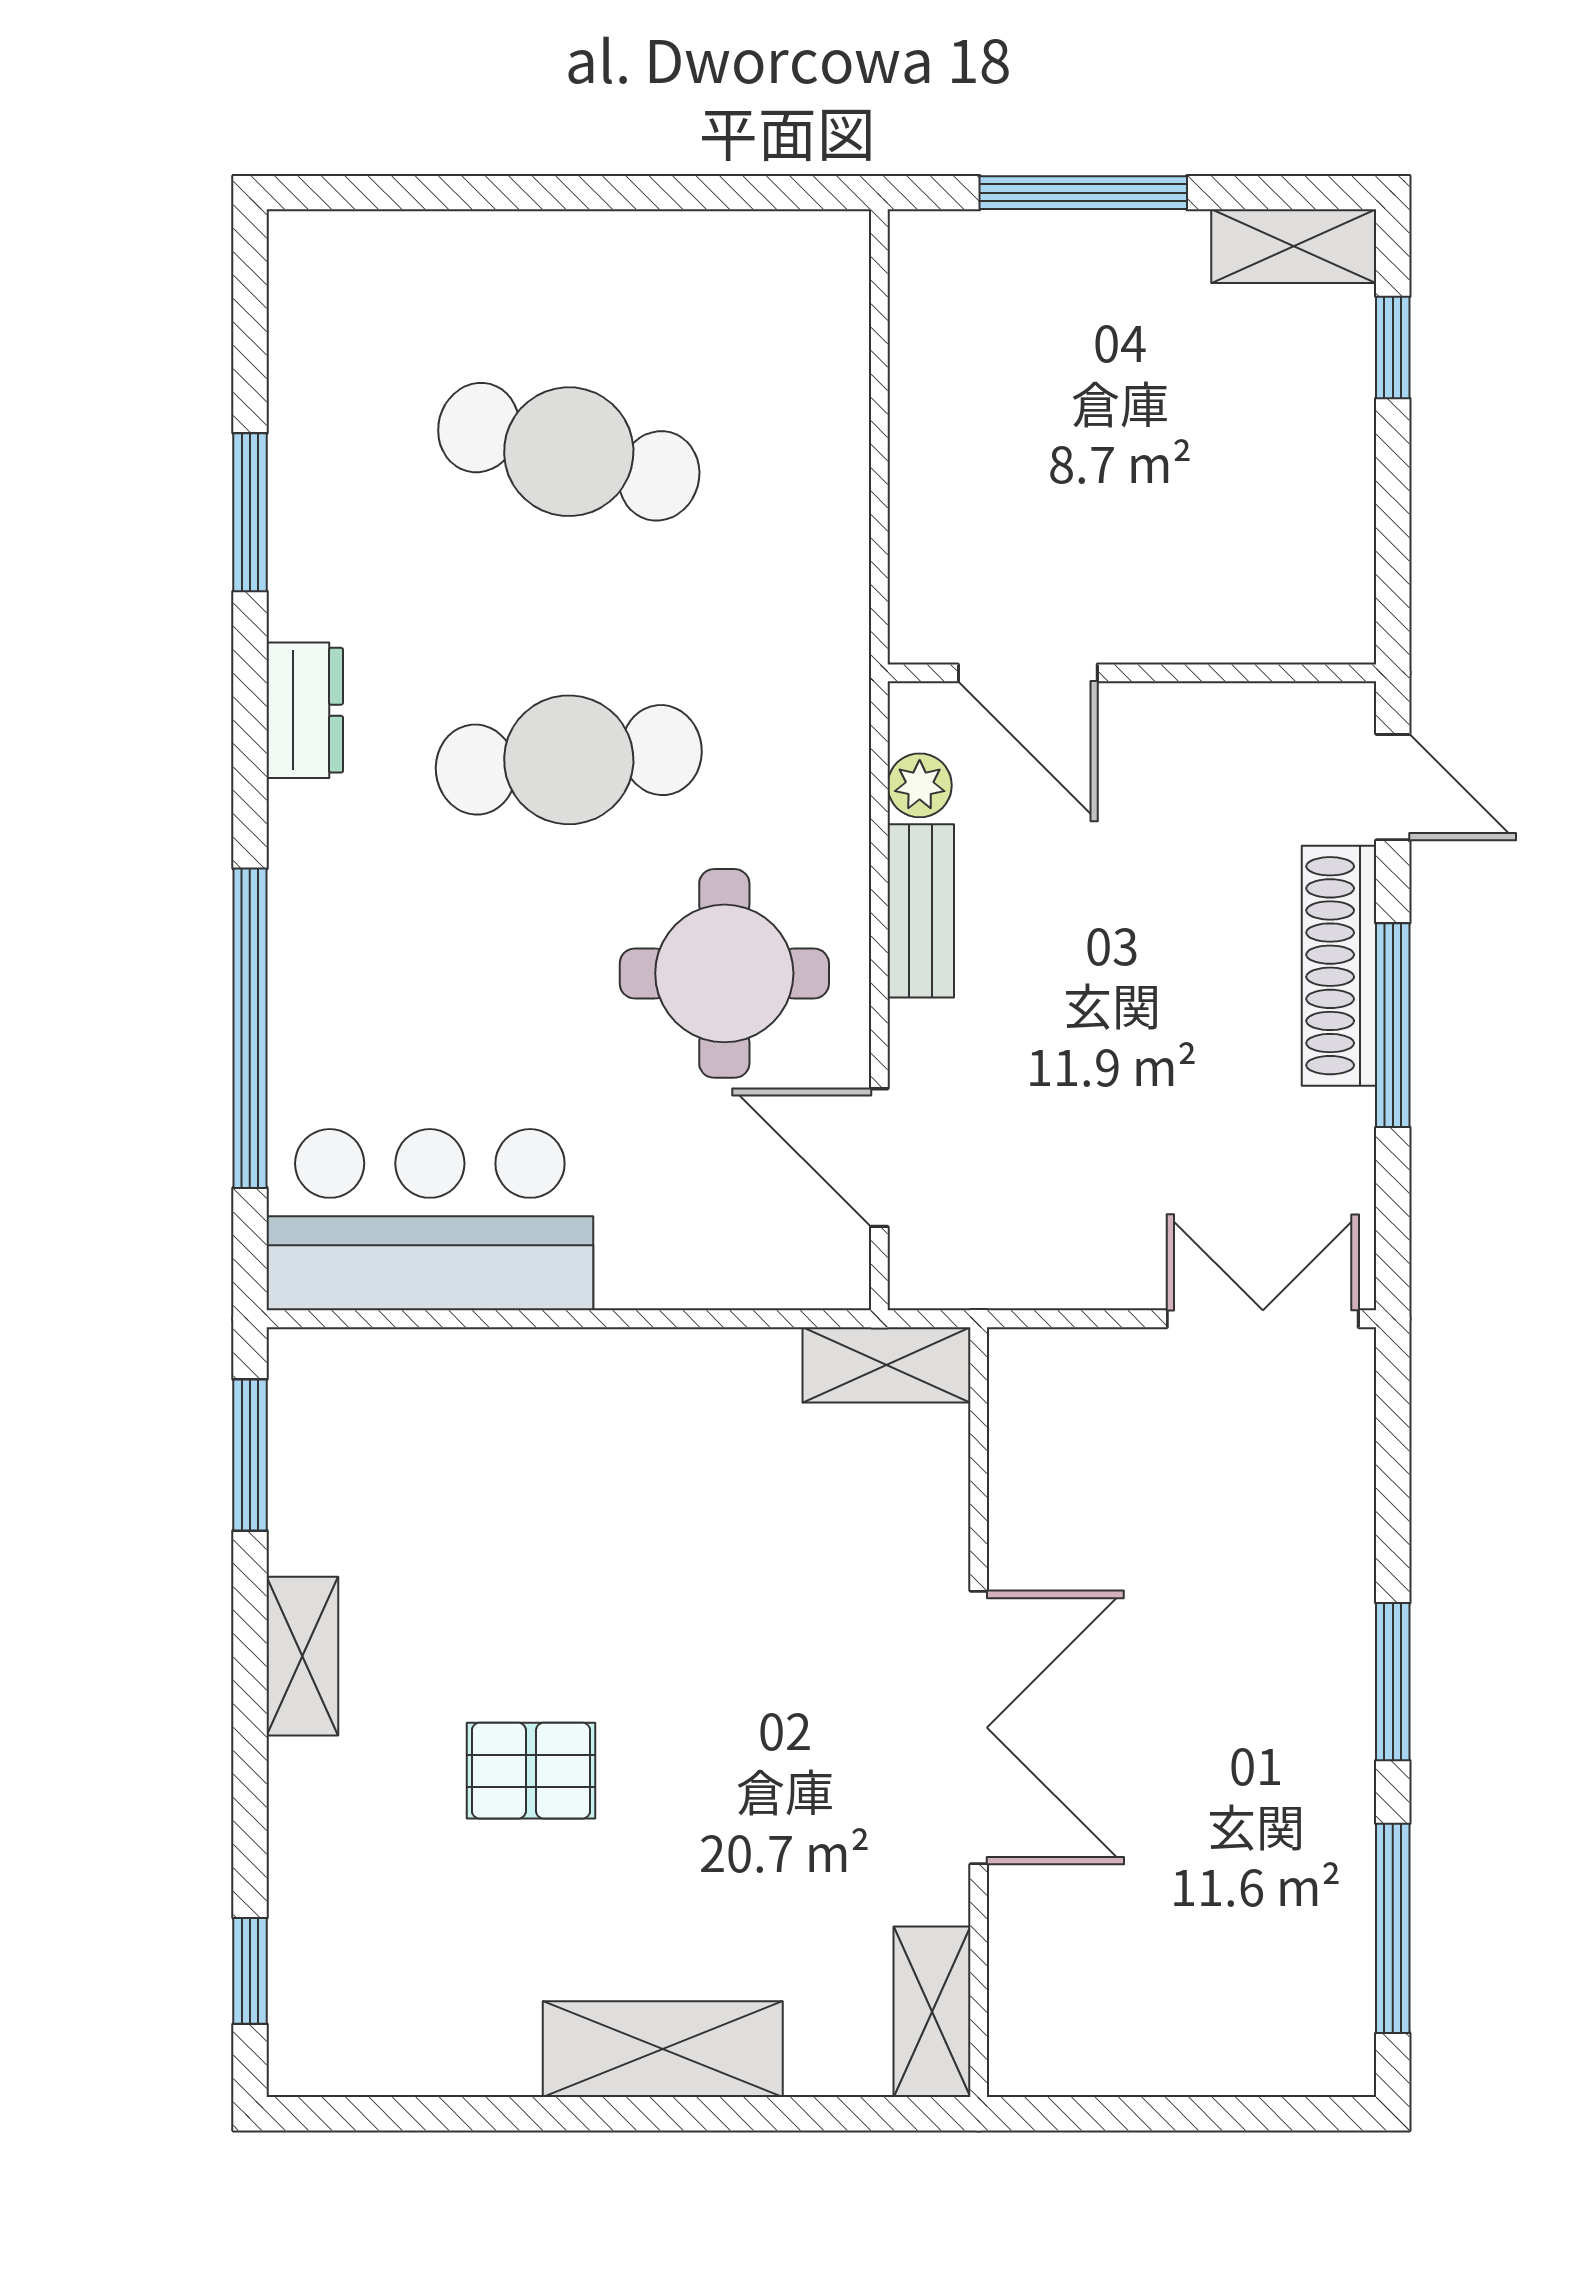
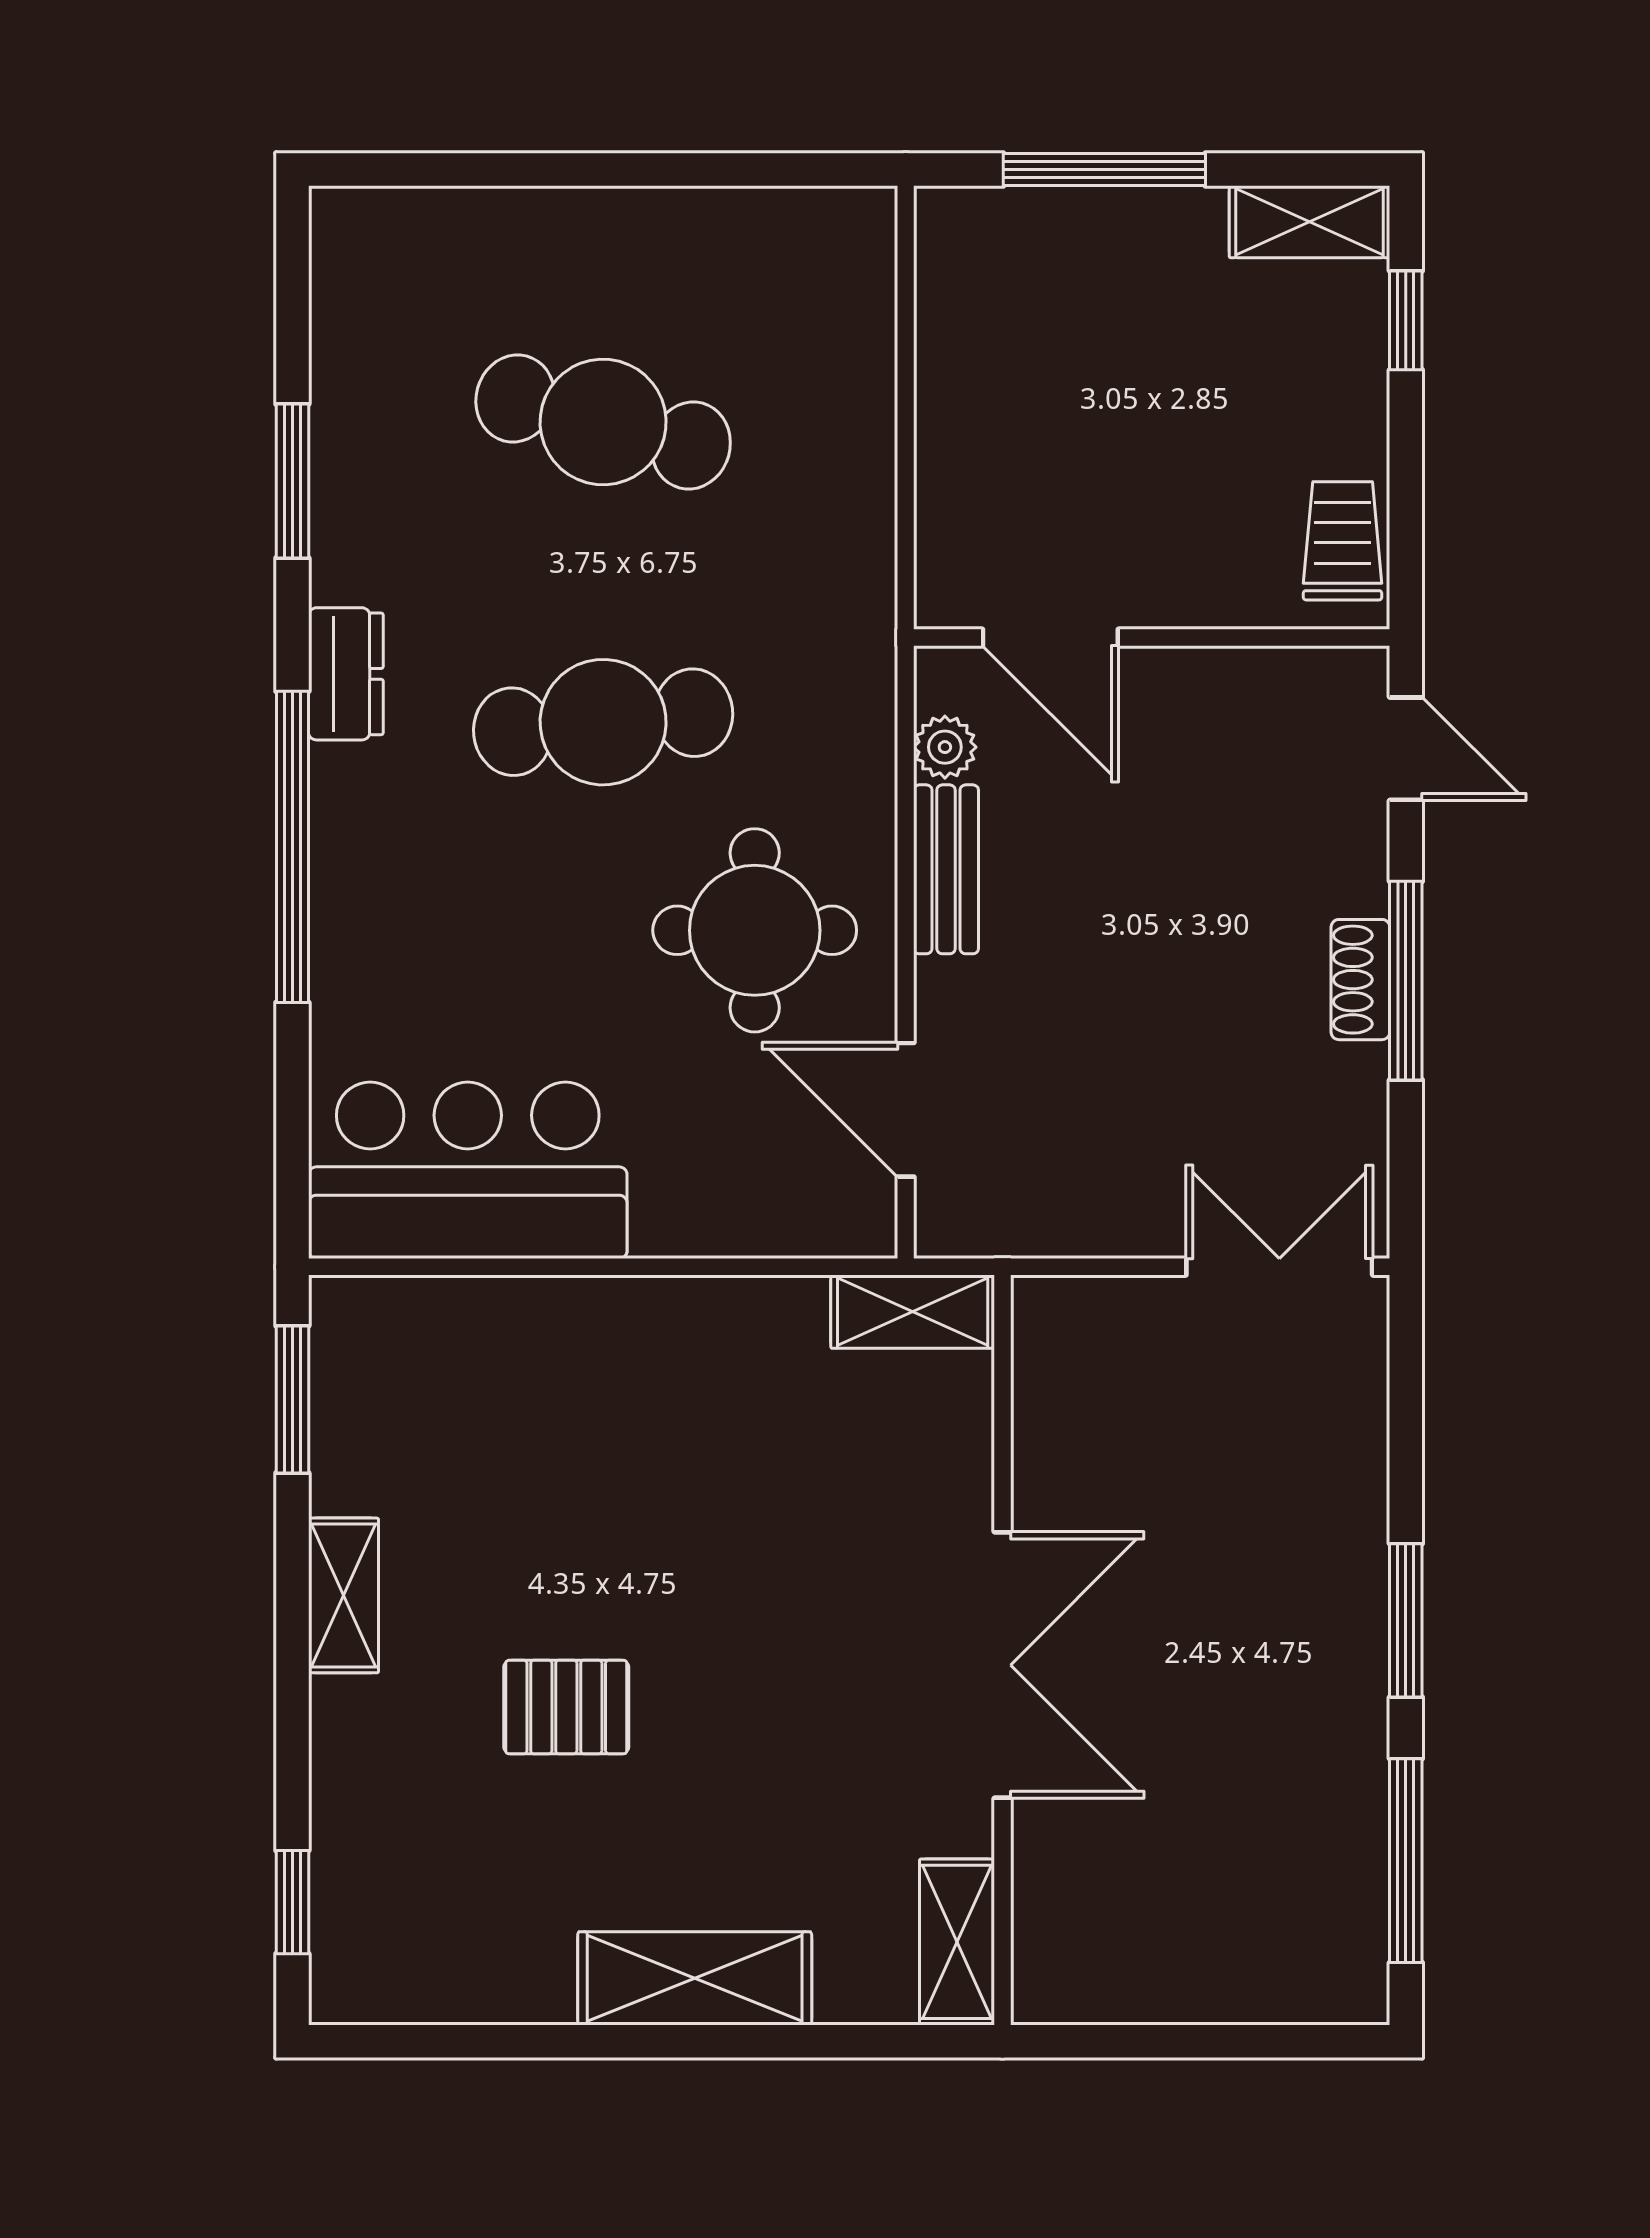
trolley: (1328, 574) -> (1343, 541), added
shoe rack: (1339, 966) -> (1360, 980), width x0.51, depth x0.81
window: (250, 1028) -> (292, 847), moved

